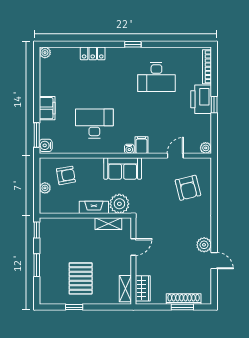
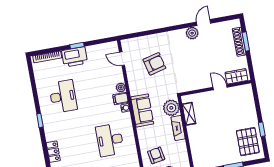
plant: (206, 148) -> (121, 87), moved
door: (175, 156) -> (122, 59), moved
armchair: (188, 188) -> (154, 64), moved
door: (133, 247) -> (220, 87), moved
pallet: (81, 278) -> (248, 142), moved, turned 90
shelving: (125, 289) -> (239, 90), removed

